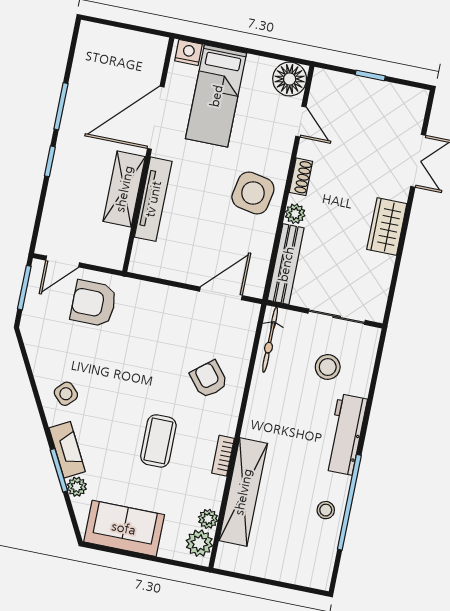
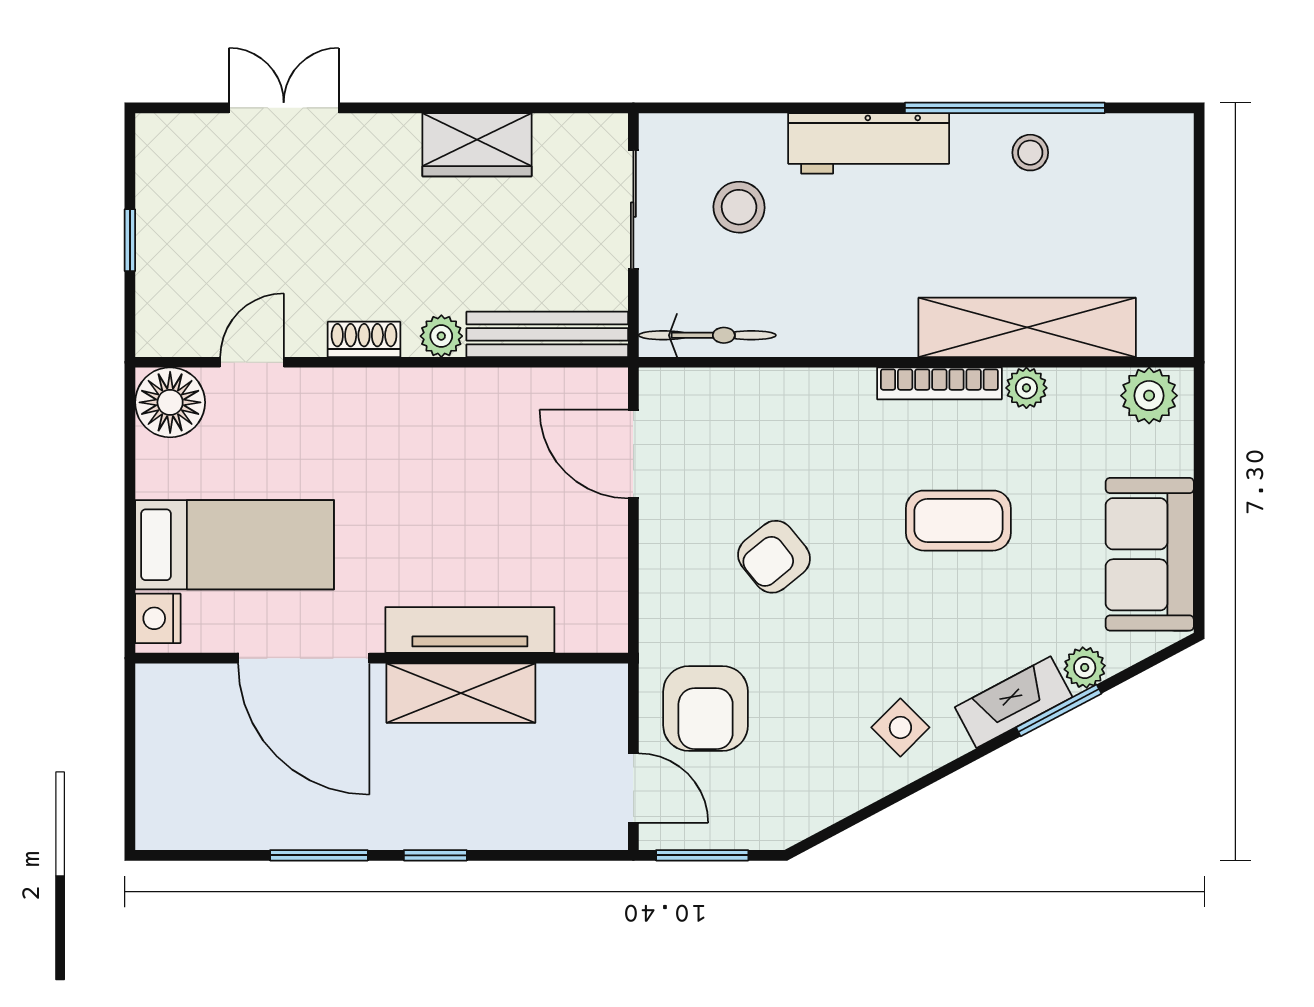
side table: (253, 193) -> (416, 430), removed
wardrobe: (387, 227) -> (477, 145), moved
armchair: (209, 379) -> (774, 557), moved
bookcase: (223, 456) -> (939, 383), width x1.56
plant: (208, 519) -> (1026, 388), moved

